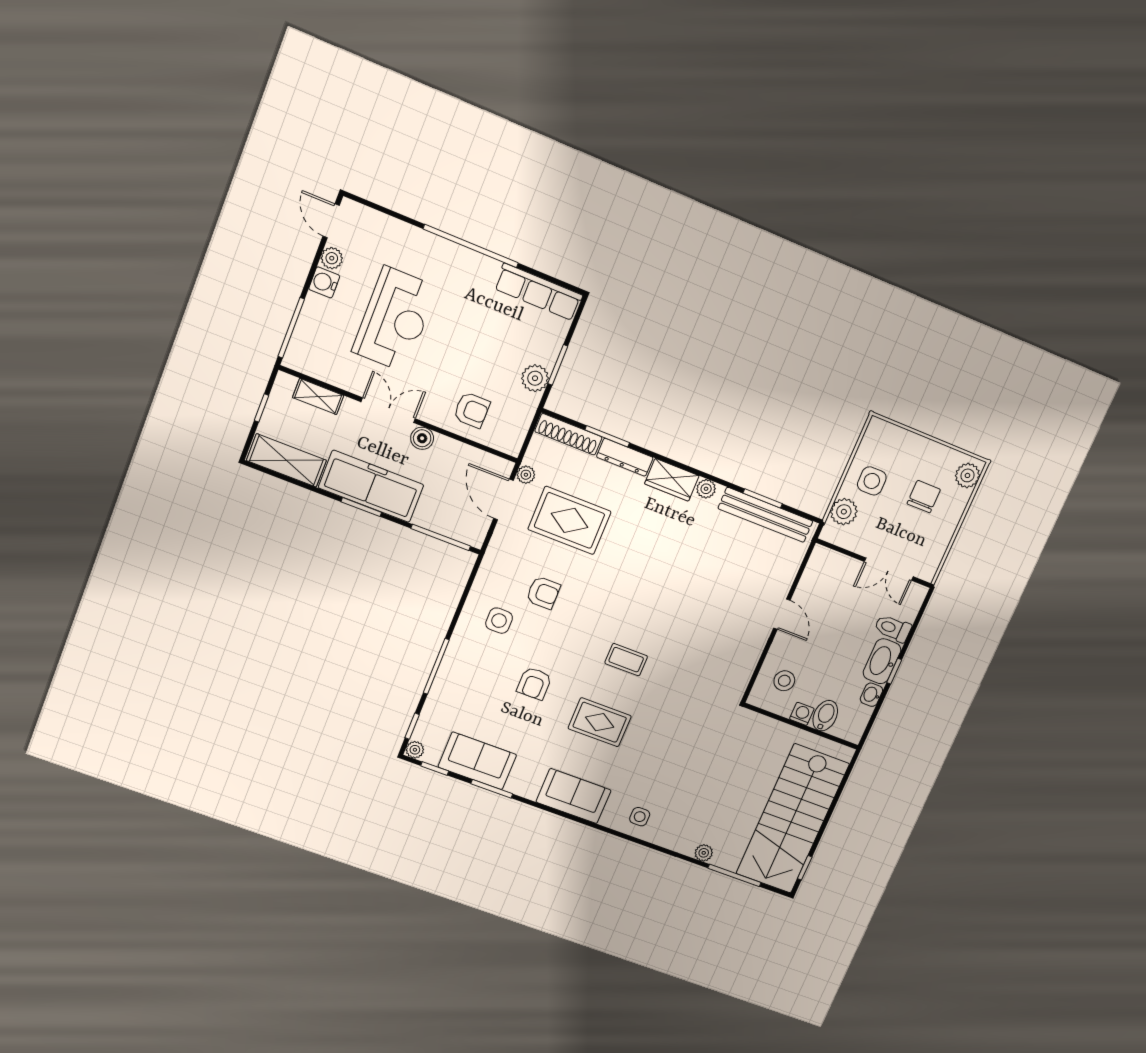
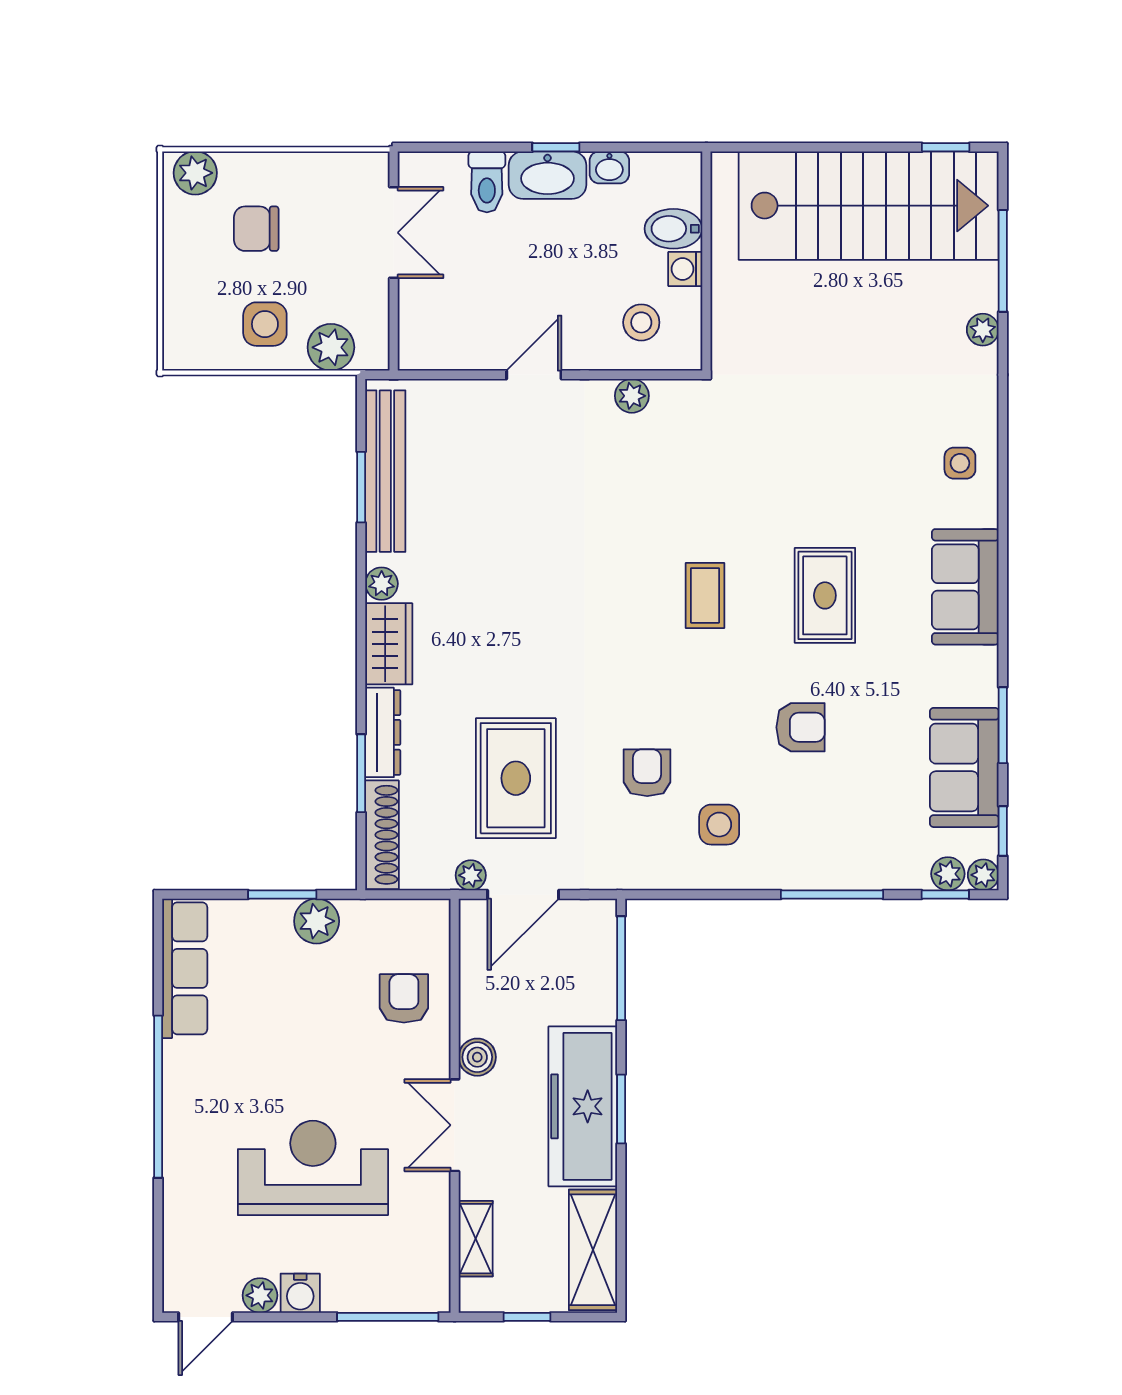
plant: (748, 661) -> (632, 396), added
plant: (423, 732) -> (948, 874), added

